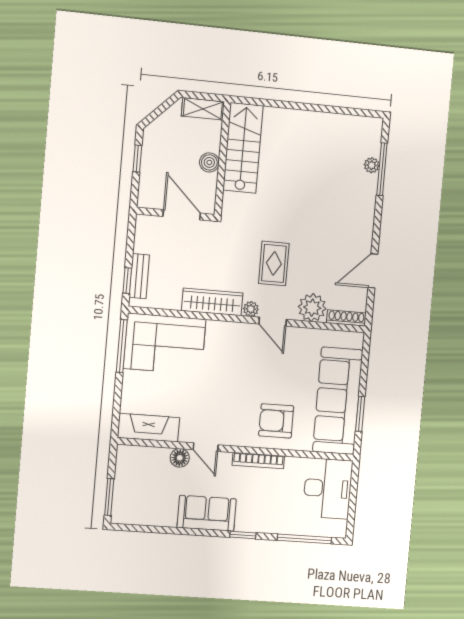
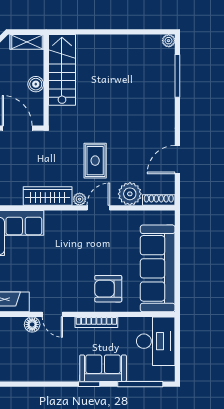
plant: (372, 165) -> (169, 41), moved
door: (273, 322) -> (98, 208), swing flipped
window: (360, 414) -> (177, 278), removed
sofa: (207, 513) -> (103, 368), moved

